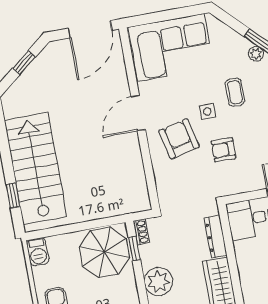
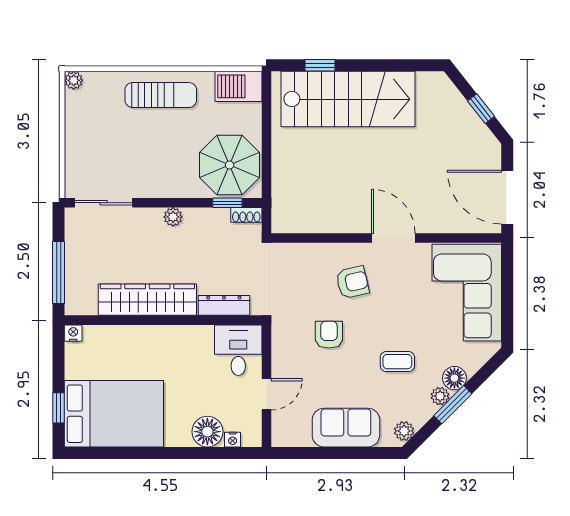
floor lamp: (240, 45) -> (454, 378), added
side table: (207, 112) -> (380, 323), removed
armchair: (179, 139) -> (352, 282), width x0.72, depth x0.72
barbecue: (38, 252) -> (238, 86), width x1.38, depth x1.27
plant: (159, 282) -> (173, 217), width x0.53, depth x0.53

